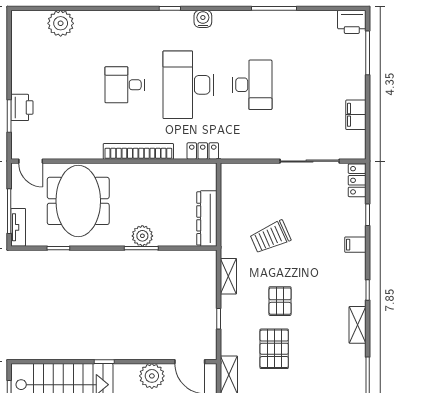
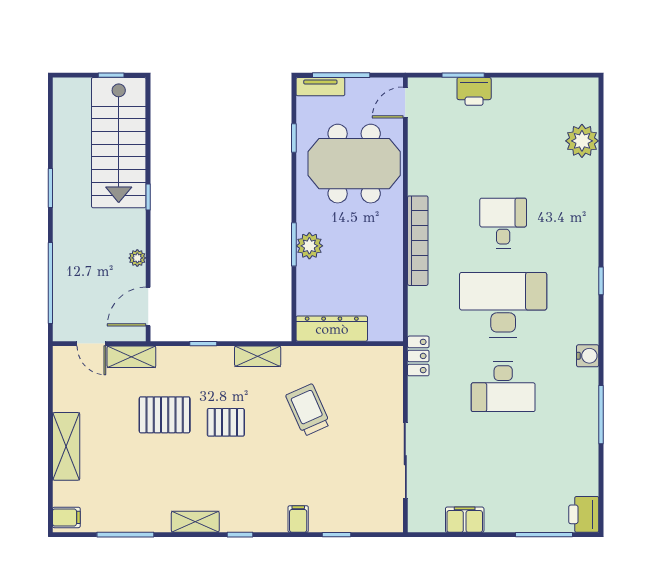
water cooler: (203, 19) -> (588, 356), moved
locker: (203, 151) -> (418, 356), moved
locker: (357, 180) -> (381, 521), removed
plant: (152, 376) -> (137, 258), width x0.53, depth x0.53

